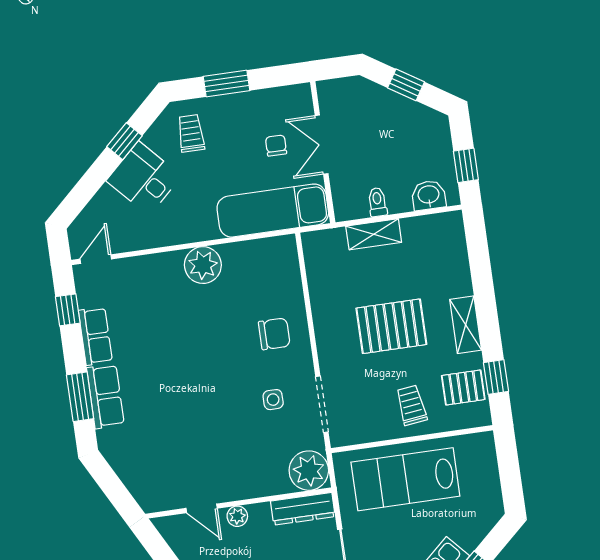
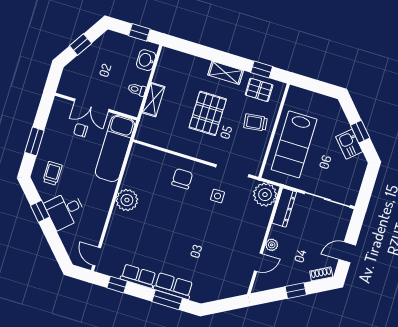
trolley: (191, 133) -> (52, 173), turned 90
pallet: (463, 388) -> (259, 90), turned 90

